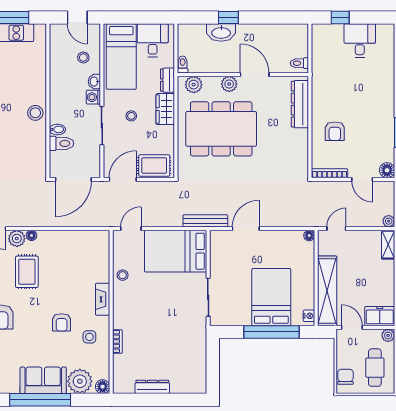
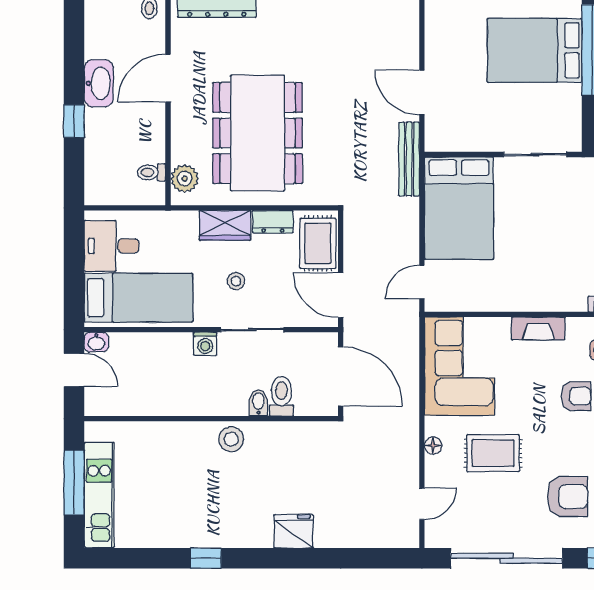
door: (77, 18) -> (74, 370), hinge flipped
washbasin: (221, 32) -> (99, 83), moved
stool: (83, 58) -> (140, 360), removed
toilet: (183, 64) -> (151, 172), moved
dresser: (167, 80) -> (273, 222), moved
washbasin: (94, 82) -> (96, 342), moved
plant: (229, 84) -> (184, 120), removed
door: (131, 229) -> (422, 282), hinge flipped
plant: (17, 239) -> (438, 470), removed
corner sofa: (80, 252) -> (460, 366), added
stool: (123, 275) -> (498, 296), removed

